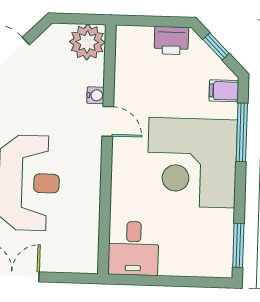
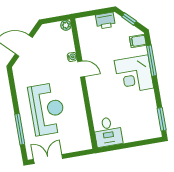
plant: (87, 42) -> (66, 25), width x0.53, depth x0.53
corner desk: (192, 163) -> (134, 74), width x0.74, depth x0.74

